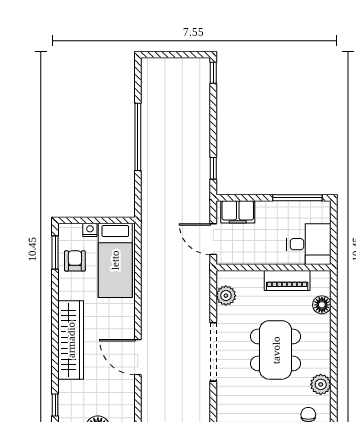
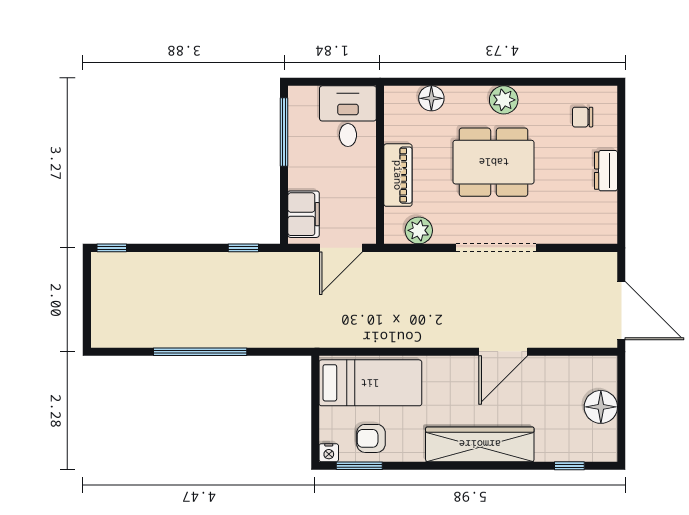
nightstand: (90, 230) -> (329, 453), moved, turned -90
piano: (287, 281) -> (398, 175), moved
plant: (321, 384) -> (504, 100), moved

